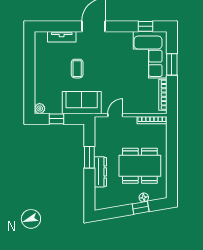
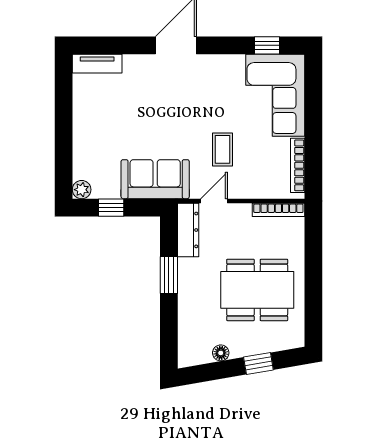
tv unit: (62, 37) -> (97, 64), moved
window: (172, 64) -> (313, 112), removed
coffee table: (77, 69) -> (222, 149), moved
dresser: (100, 172) -> (188, 230), moved
floor lamp: (144, 197) -> (221, 353), moved

